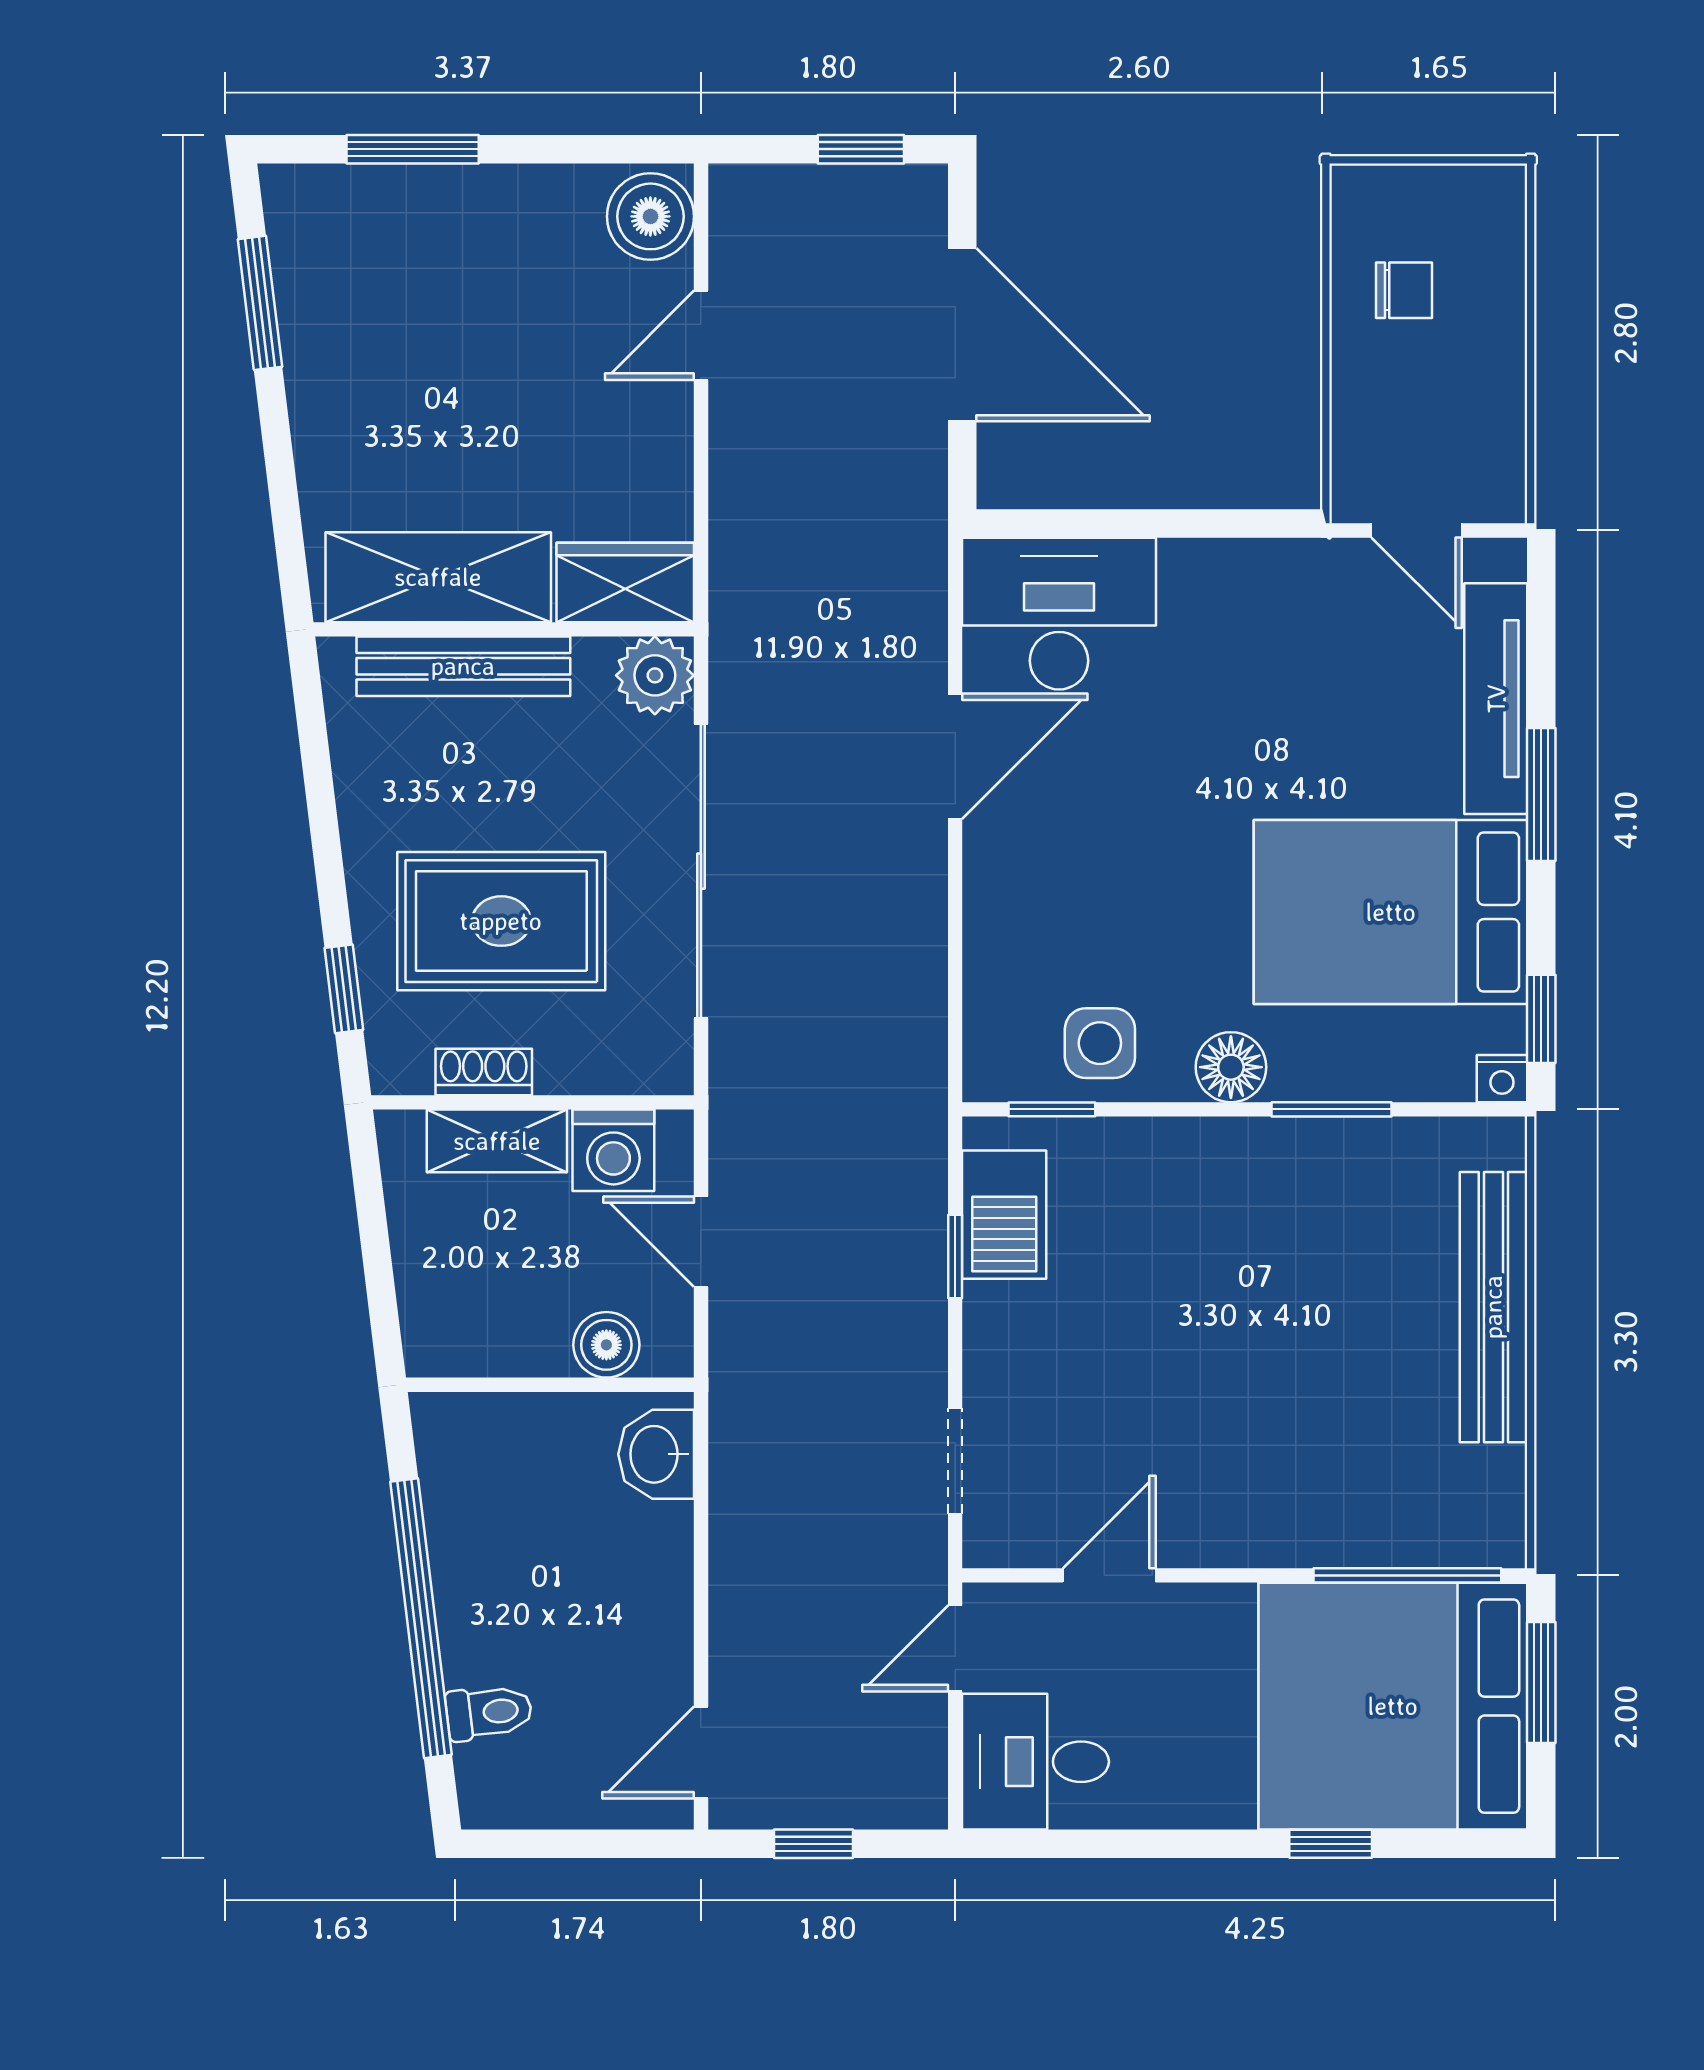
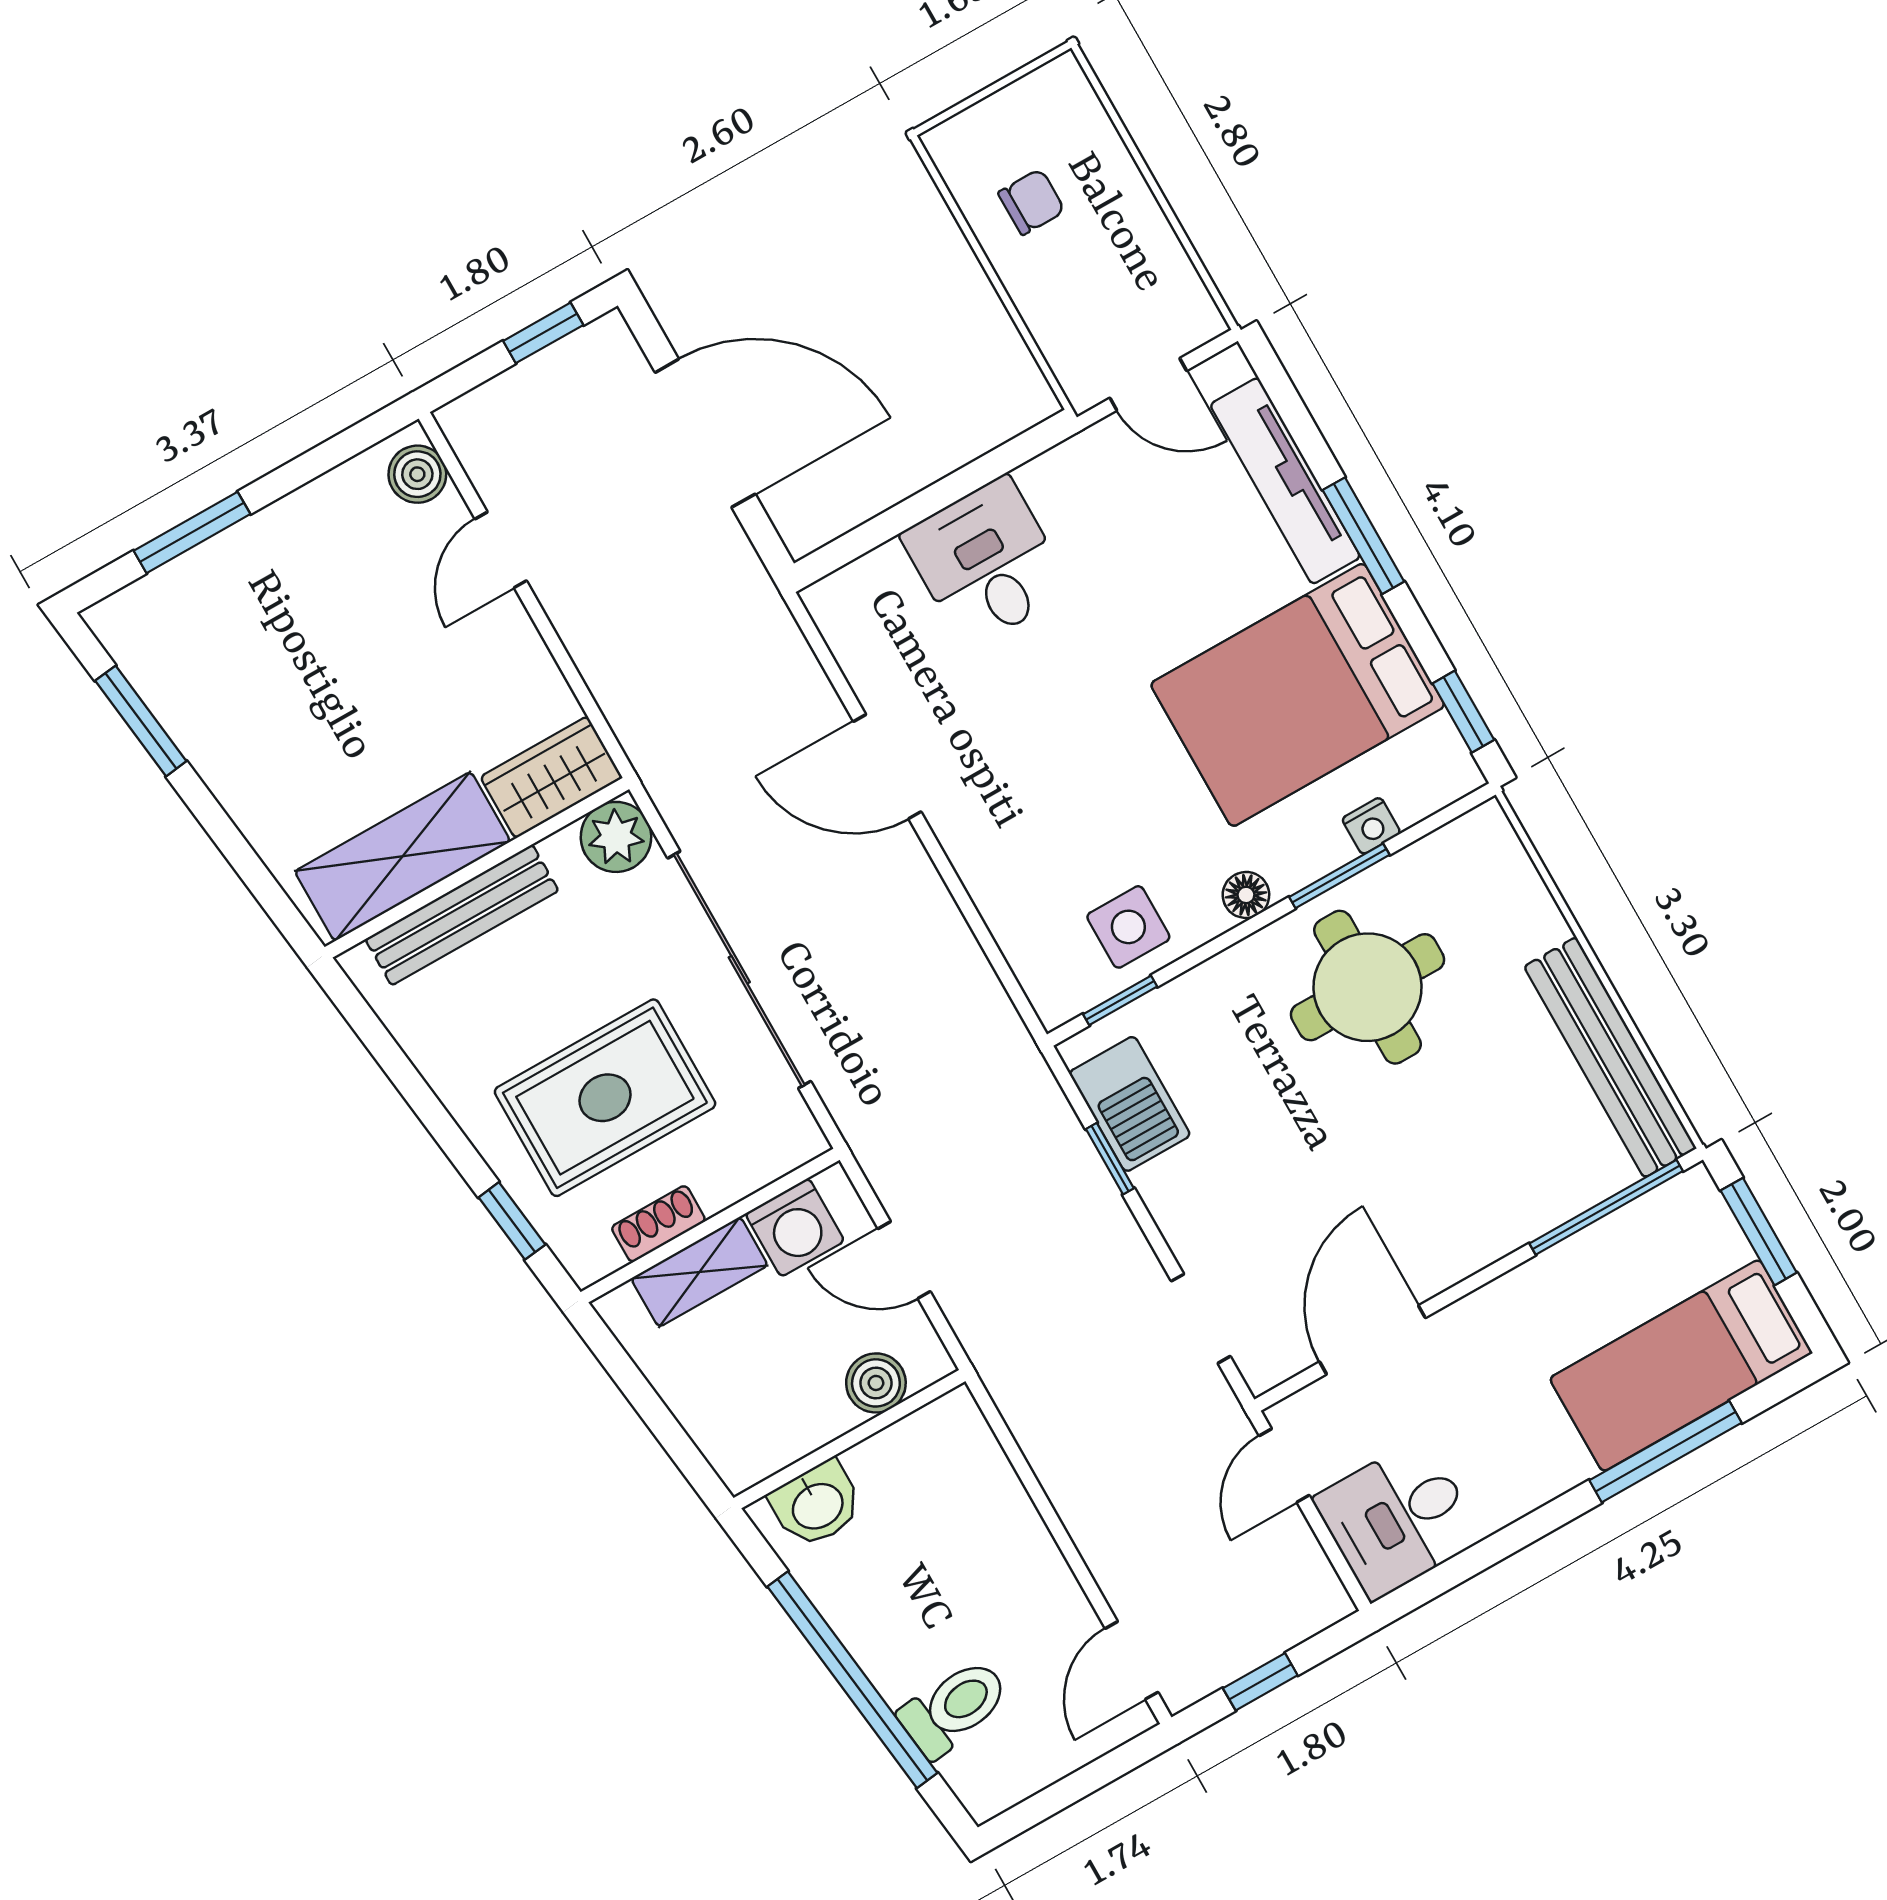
boiler: (650, 216) -> (417, 474), width x0.73, depth x0.73
desk: (1059, 614) -> (986, 562), moved, width x0.73
door: (955, 756) -> (887, 767), swing flipped
floor lamp: (1231, 1067) -> (1246, 895), width x0.73, depth x0.73
nightstand: (1502, 1079) -> (1371, 826), moved
round table: (1298, 1232) -> (1368, 987), added
bench: (1493, 1307) -> (1610, 1057), moved
washbasin: (656, 1454) -> (817, 1504), moved, turned -90
door: (1109, 1575) -> (1373, 1340), width x1.38
bed: (1393, 1706) -> (1681, 1365), width x0.49
toilet: (489, 1712) -> (954, 1708), width x1.37, depth x1.39
window: (1331, 1844) -> (1665, 1452), width x2.17

